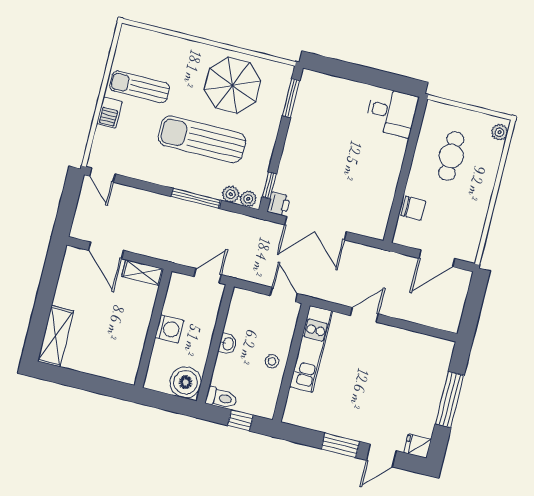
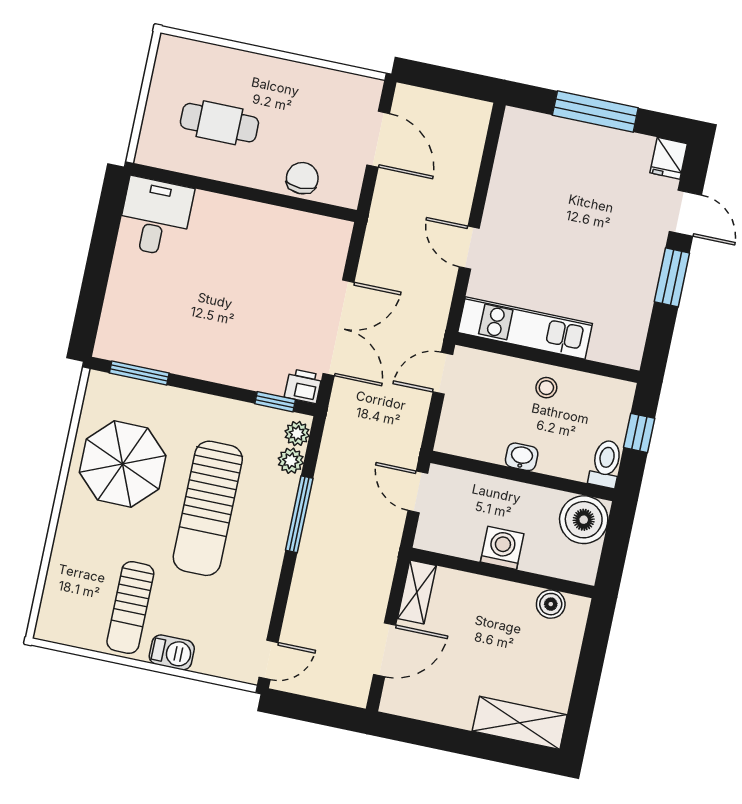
plant: (499, 132) -> (180, 50), removed
boiler: (132, 359) -> (551, 604), added

